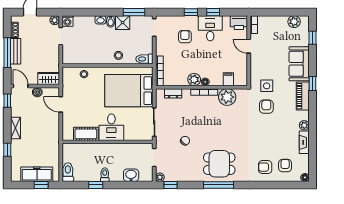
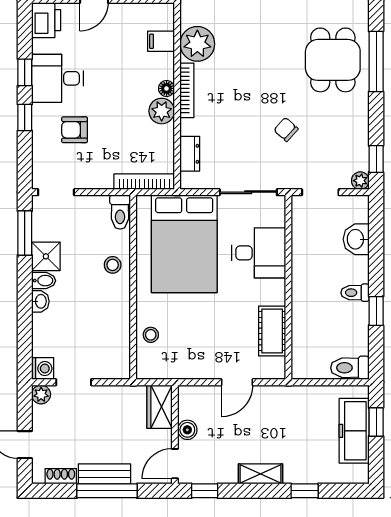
door: (61, 104) -> (237, 382), moved
desk: (111, 127) -> (259, 253), moved

